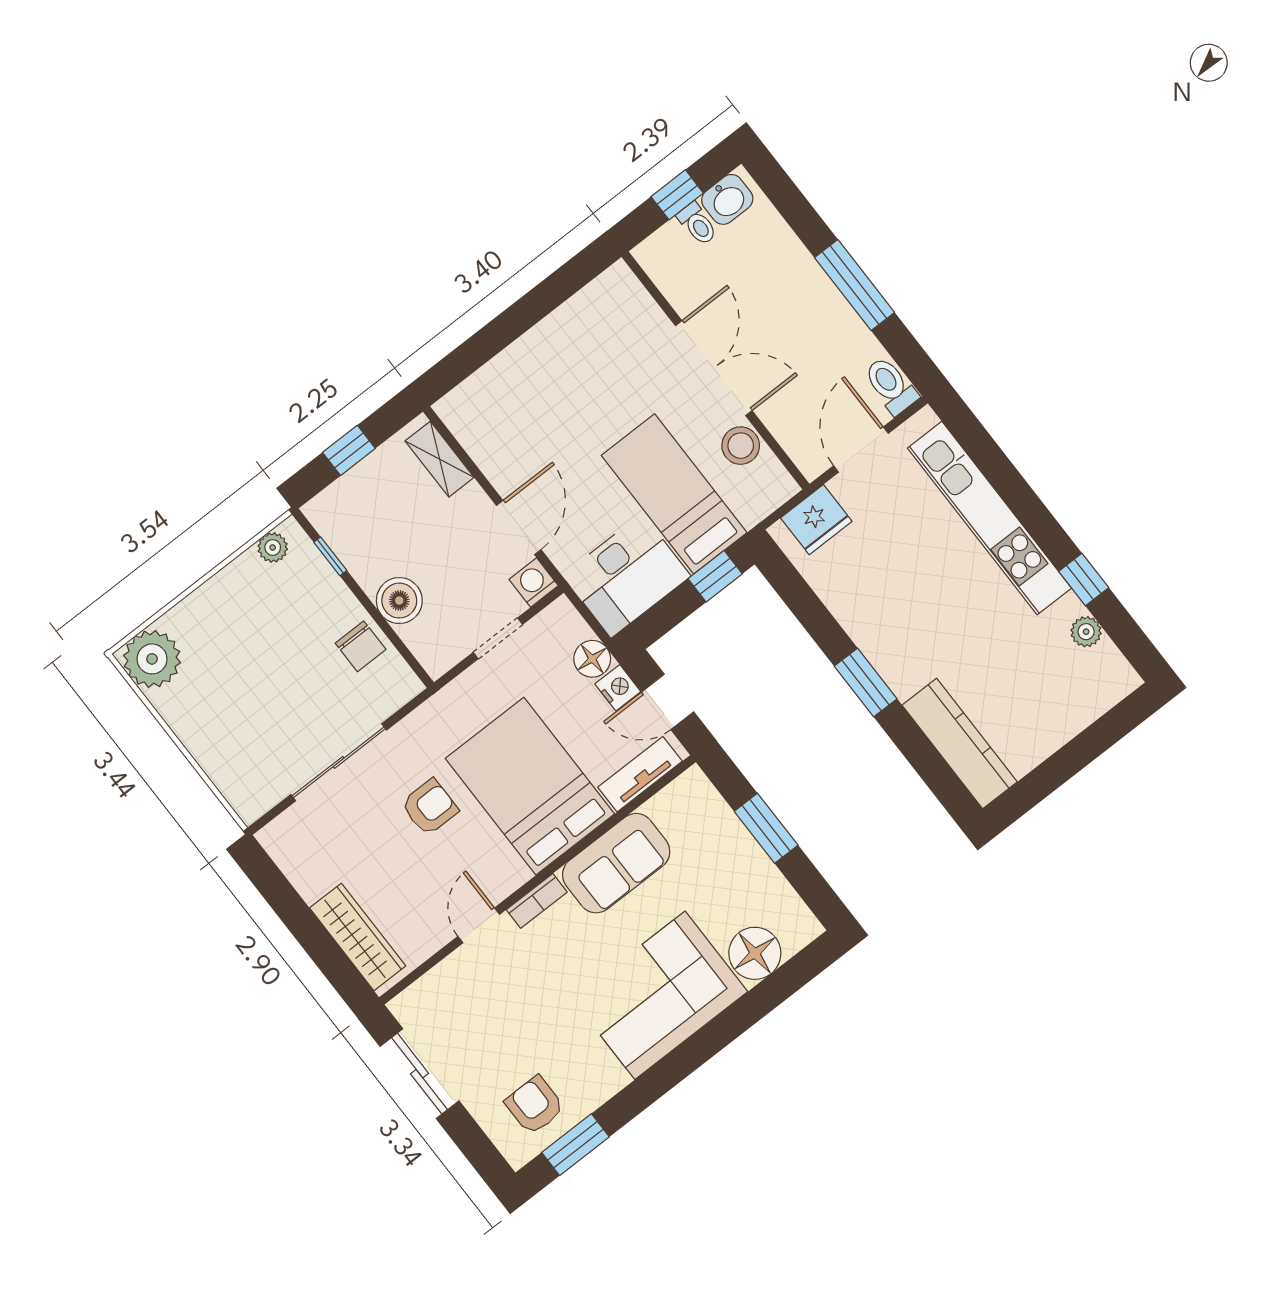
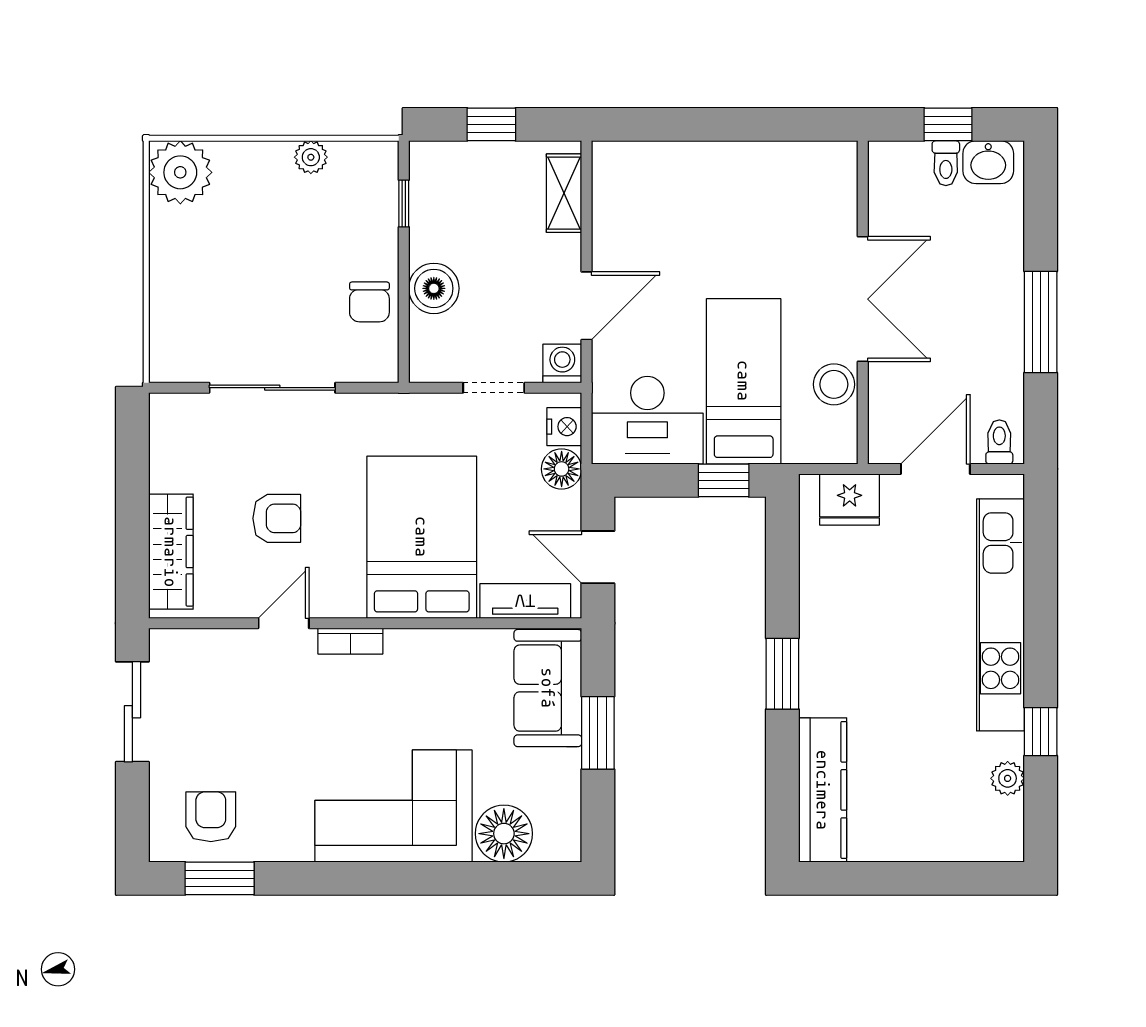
toilet: (891, 385) -> (999, 442), width x0.73, depth x0.72
plant: (273, 548) -> (311, 157), moved
nightstand: (618, 688) -> (564, 427), moved
armchair: (430, 807) -> (277, 518), moved
sofa: (616, 863) -> (548, 688), moved, turned 90

